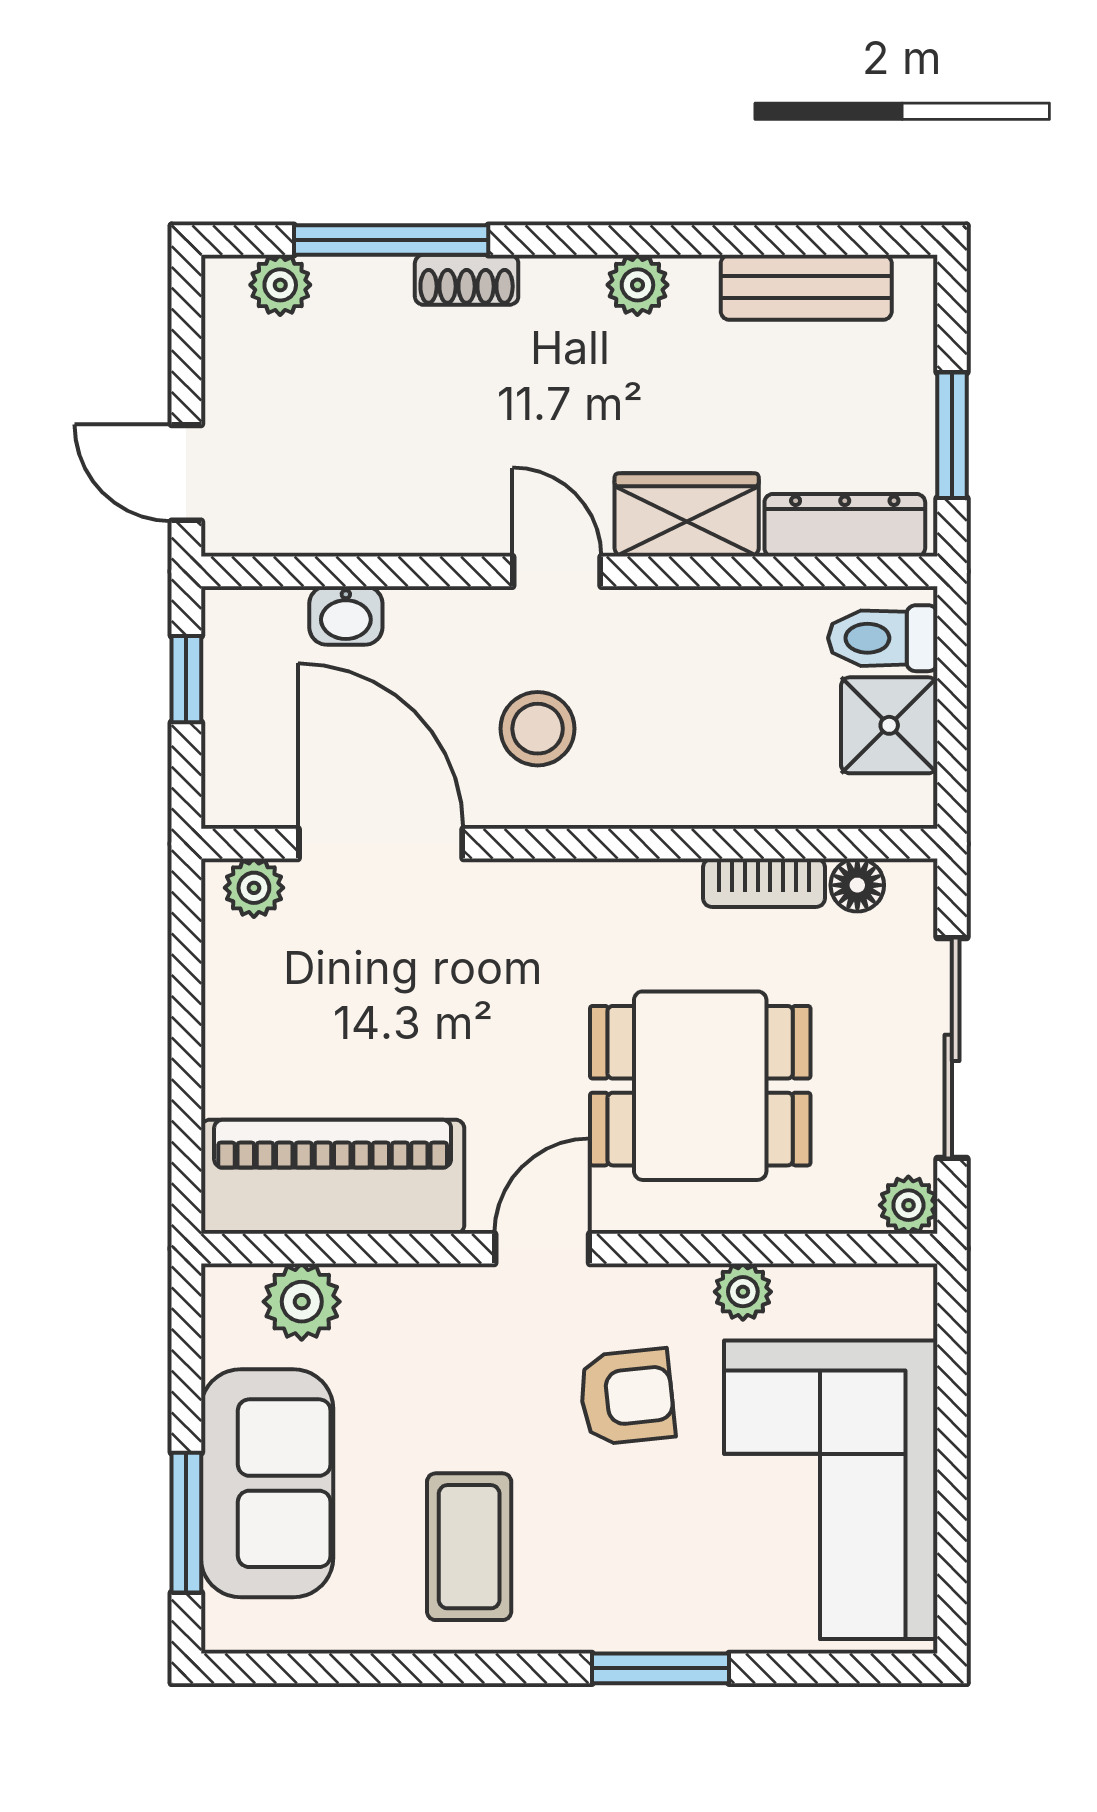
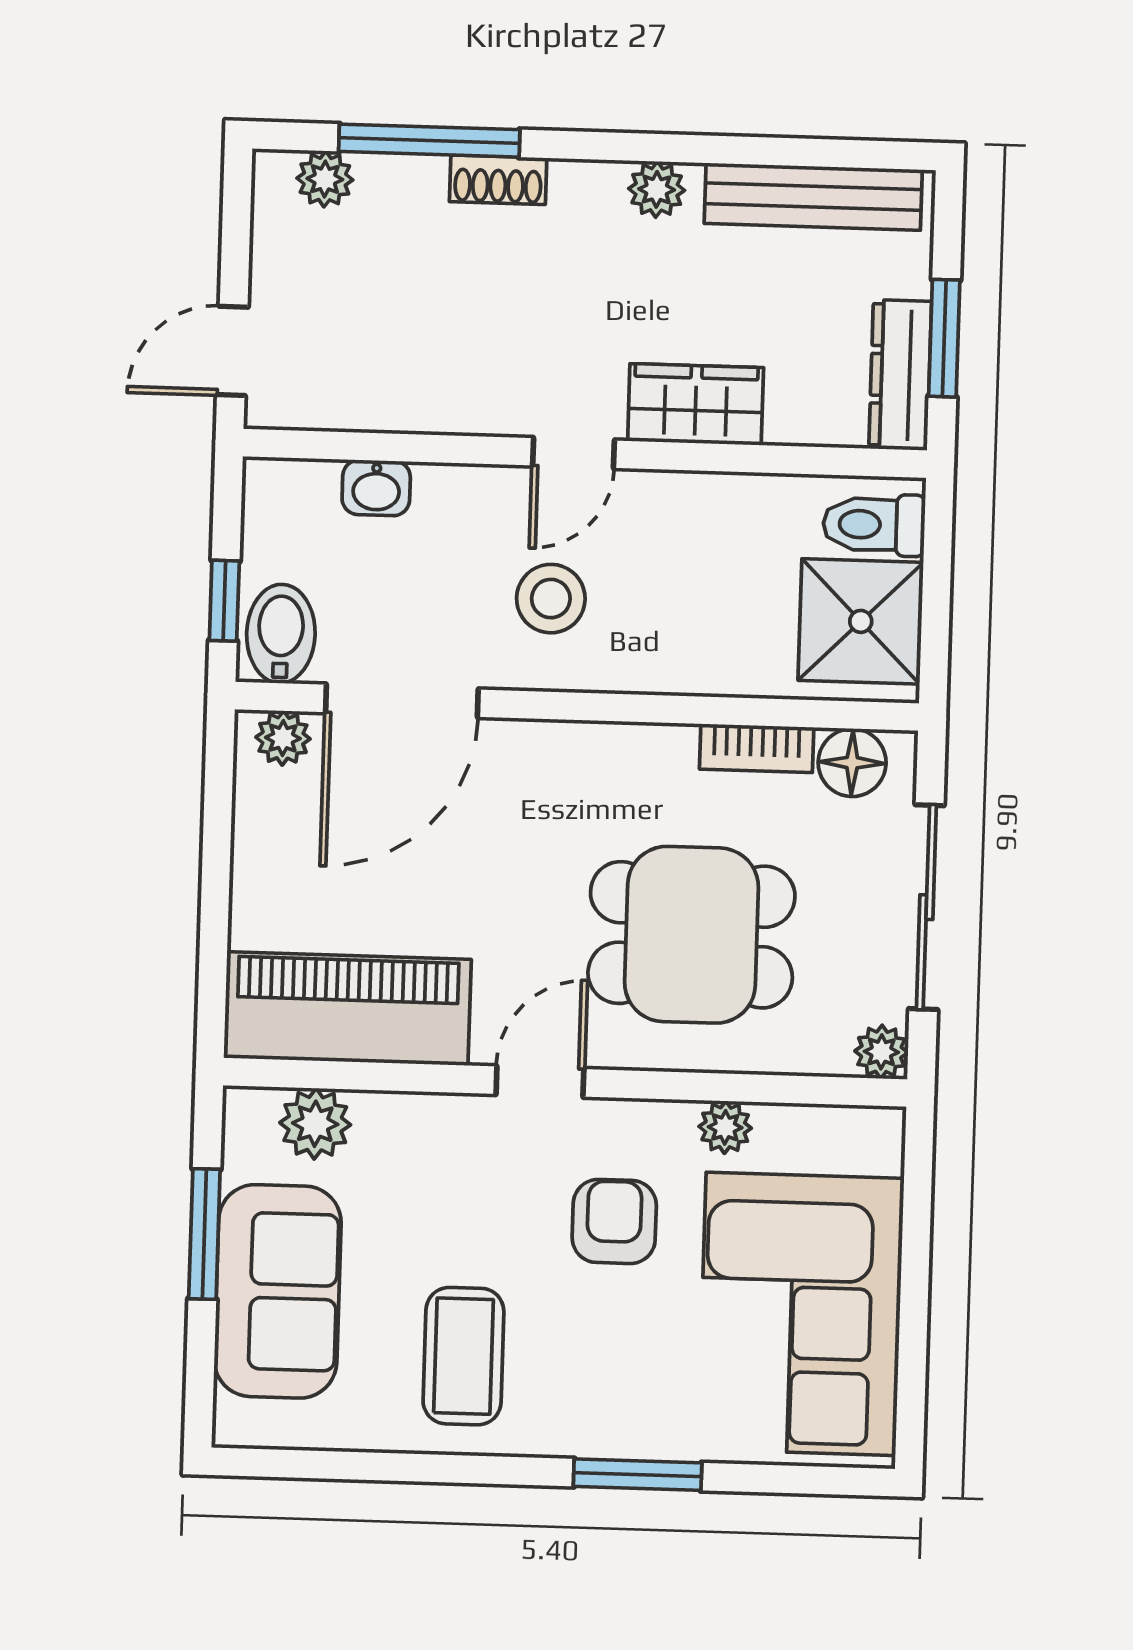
bench: (806, 287) -> (813, 197), width x1.36
door: (186, 473) -> (232, 351), hinge flipped
dresser: (845, 525) -> (900, 375), moved, turned -90
door: (557, 571) -> (573, 453), swing flipped
window: (186, 679) -> (224, 601), moved
shower: (889, 725) -> (861, 621), width x1.36, depth x1.36
bidet: (248, 776) -> (281, 634), added
door: (381, 844) -> (402, 701), swing flipped
floor lamp: (857, 885) -> (852, 763), width x1.37, depth x1.37
armchair: (627, 1397) -> (614, 1221), turned -84
window: (186, 1523) -> (204, 1234), moved

